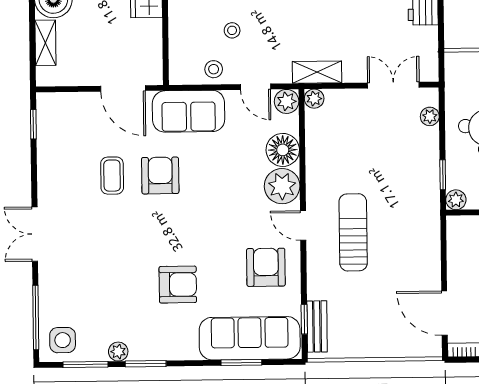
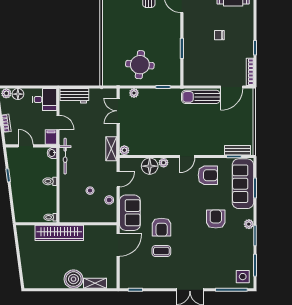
plant: (287, 101) -> (126, 164), removed
armchair: (160, 175) -> (162, 227), turned -90
plant: (282, 186) -> (164, 163), width x0.53, depth x0.53
plant: (456, 200) -> (175, 81), removed
sun lounger: (353, 232) -> (201, 97), moved
armchair: (266, 267) -> (208, 175), turned 180
plant: (118, 352) -> (249, 224), moved

